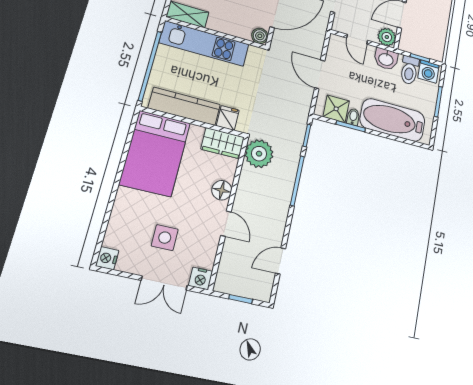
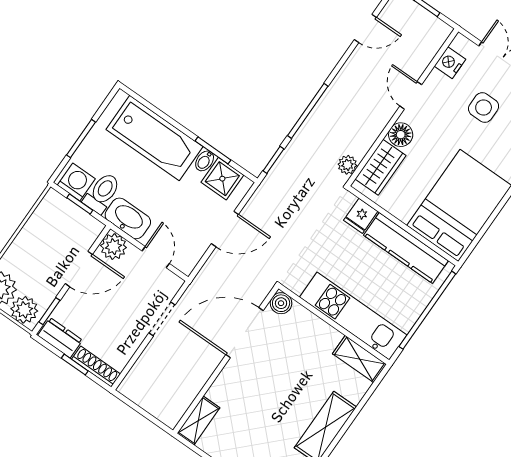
washbasin: (386, 59) -> (128, 218), width x1.38
door: (320, 74) -> (225, 229), hinge flipped
wardrobe: (223, 143) -> (381, 167), moved, turned 90
plant: (259, 154) -> (347, 165), width x0.53, depth x0.53
nightstand: (201, 278) -> (450, 63), moved, turned -90

